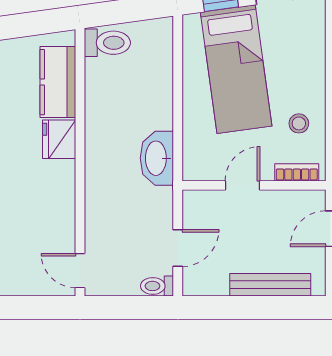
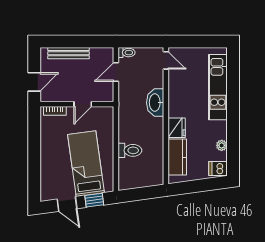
toilet: (107, 43) -> (130, 150), moved, turned 180
stool: (299, 123) -> (54, 136), removed
washbasin: (157, 158) -> (155, 103), moved, turned 180

